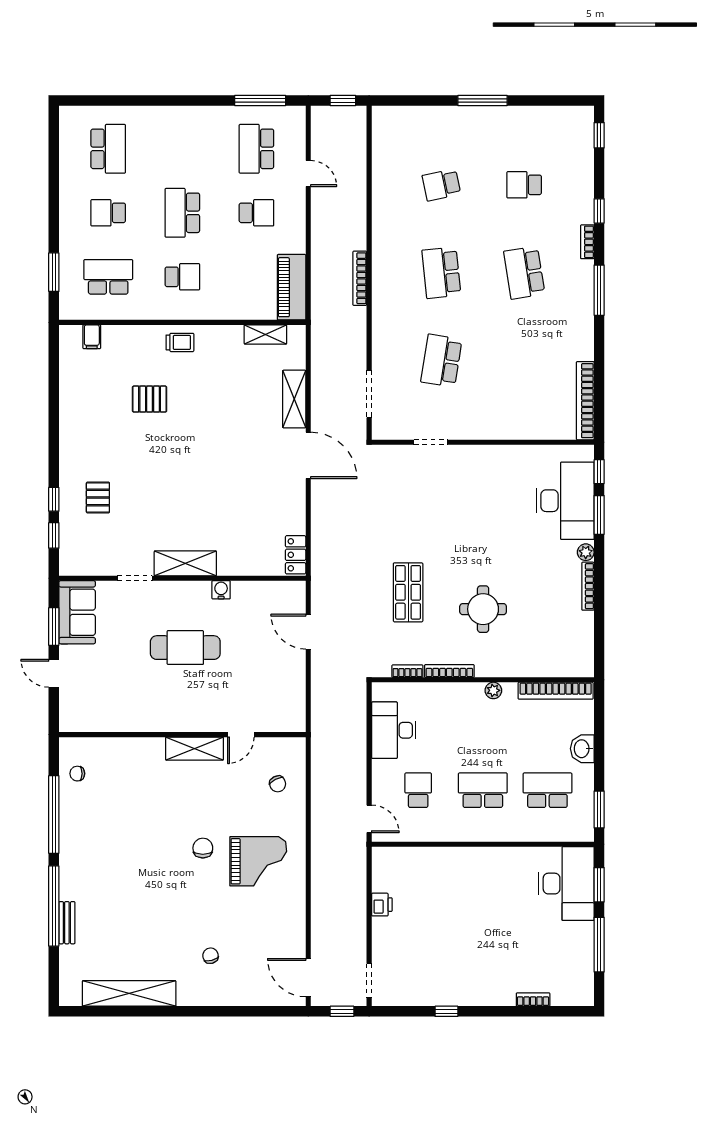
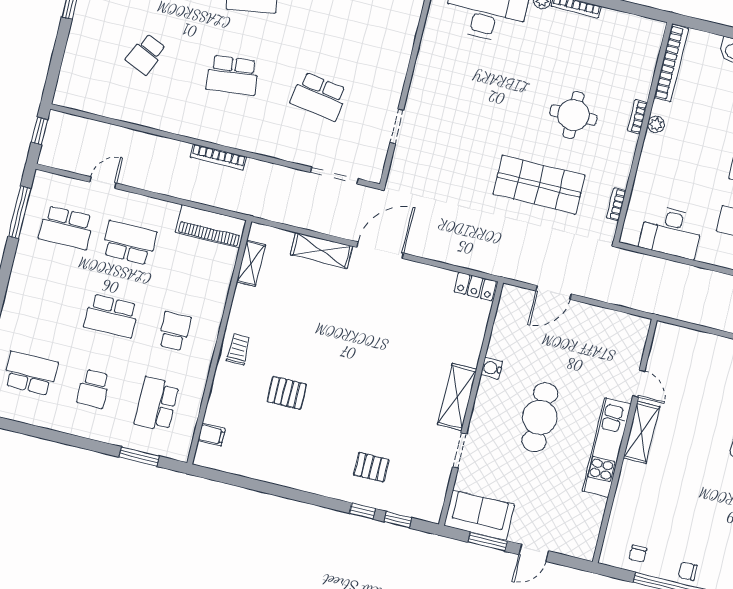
school desk: (441, 185) -> (146, 54), turned 36
school desk: (256, 213) -> (129, 243), width x1.85
pallet: (150, 399) -> (287, 393), turned 90
shop shelf: (408, 592) -> (539, 185), width x1.43, depth x1.36
bookcase: (449, 671) -> (638, 117), moved, width x0.64
kitchen unit: (172, 719) -> (607, 448), added
chair: (278, 784) -> (688, 571), moved, turned -153

